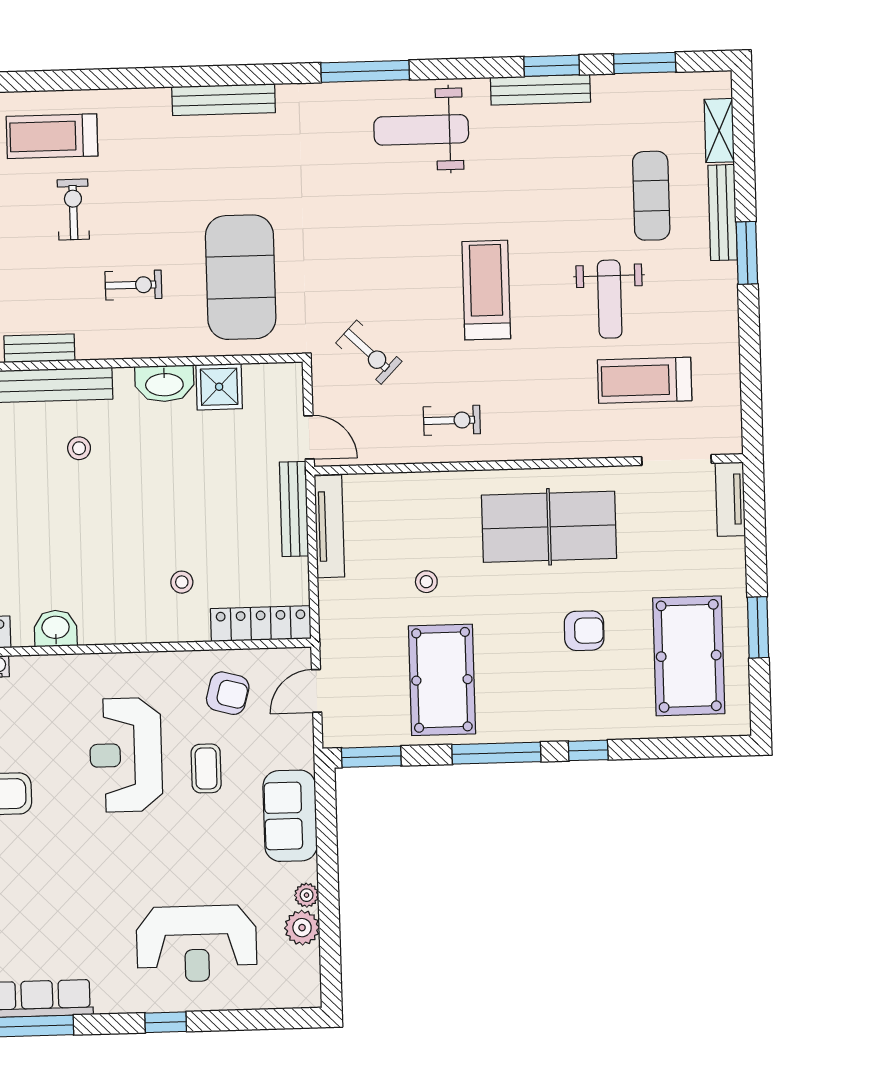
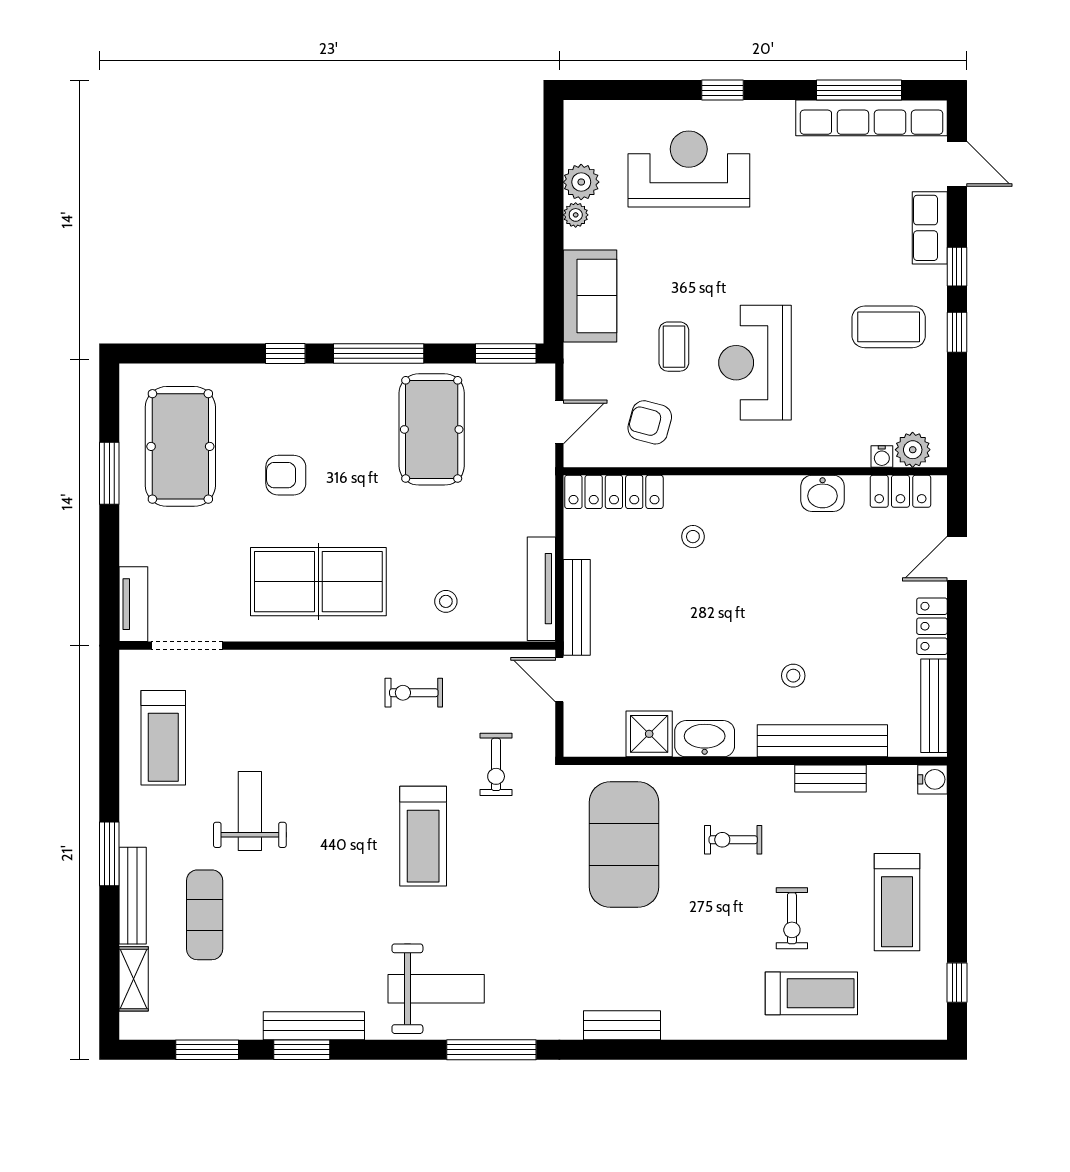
bench: (224, 100) -> (622, 1025), width x0.73
treadmill: (486, 290) -> (423, 836), moved
exercise bike: (369, 352) -> (496, 764), turned -134
treadmill: (645, 380) -> (163, 738), moved, turned 90
stool: (426, 582) -> (446, 601), moved
reception desk: (126, 755) -> (755, 363), turned 180

